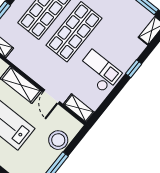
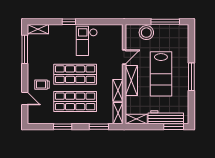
shelving: (79, 108) -> (118, 90), moved

